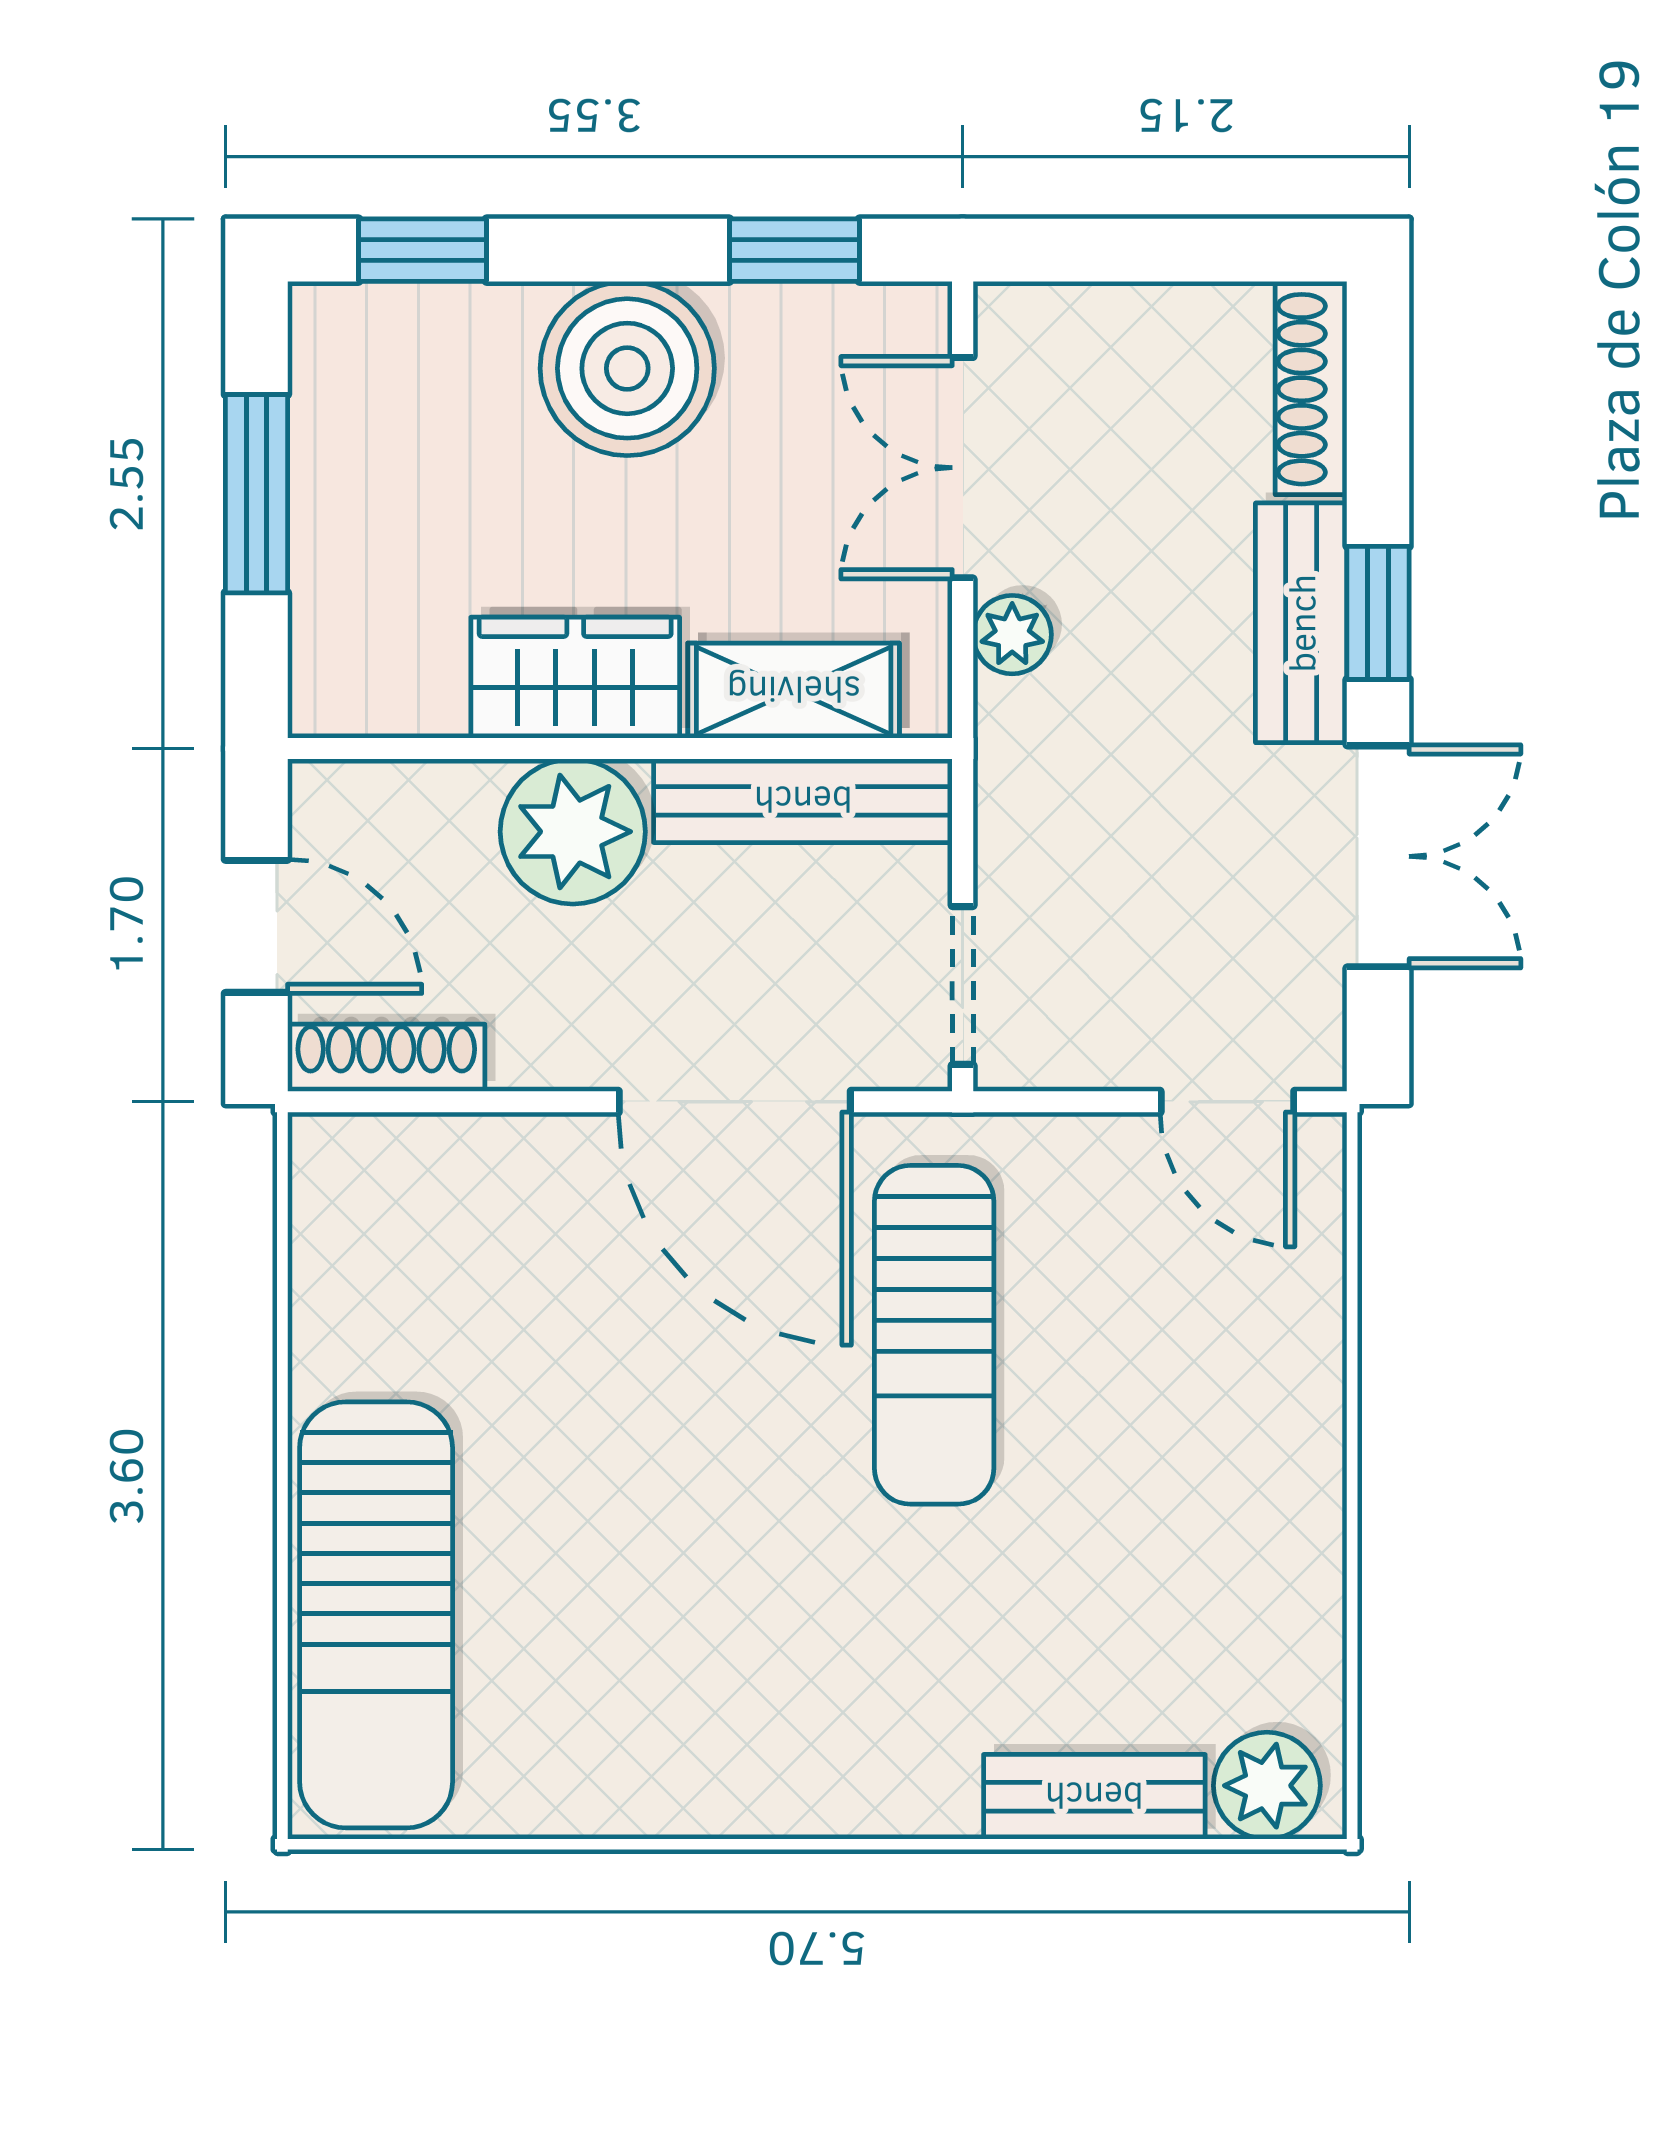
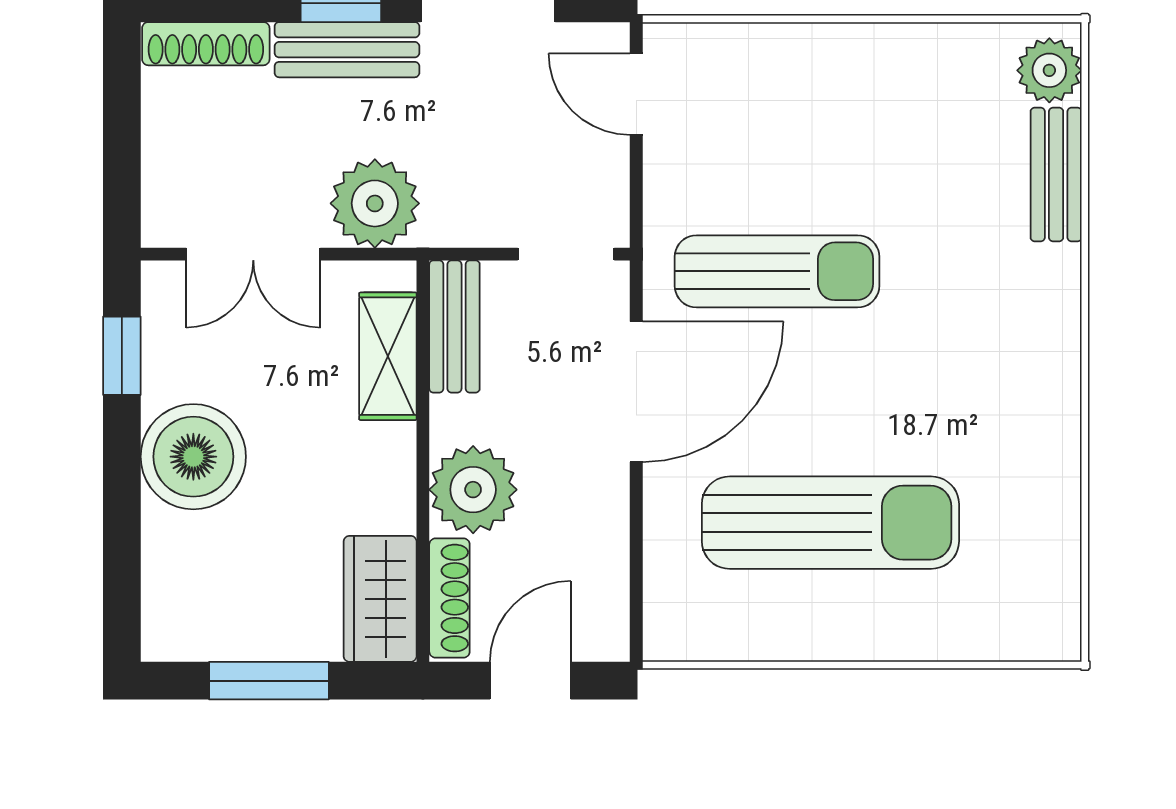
window: (422, 250) -> (122, 580), removed
plant: (1012, 635) -> (375, 203), width x1.88, depth x1.88
wardrobe: (575, 678) -> (380, 599), moved
bench: (803, 801) -> (454, 327), width x0.73
shoe rack: (386, 1058) -> (449, 598), moved, turned 180
door: (1227, 1102) -> (636, 94), swing flipped
sun lounger: (376, 1615) -> (830, 523), moved

